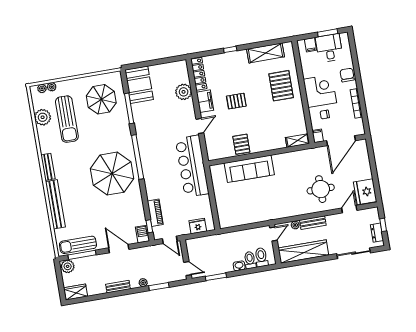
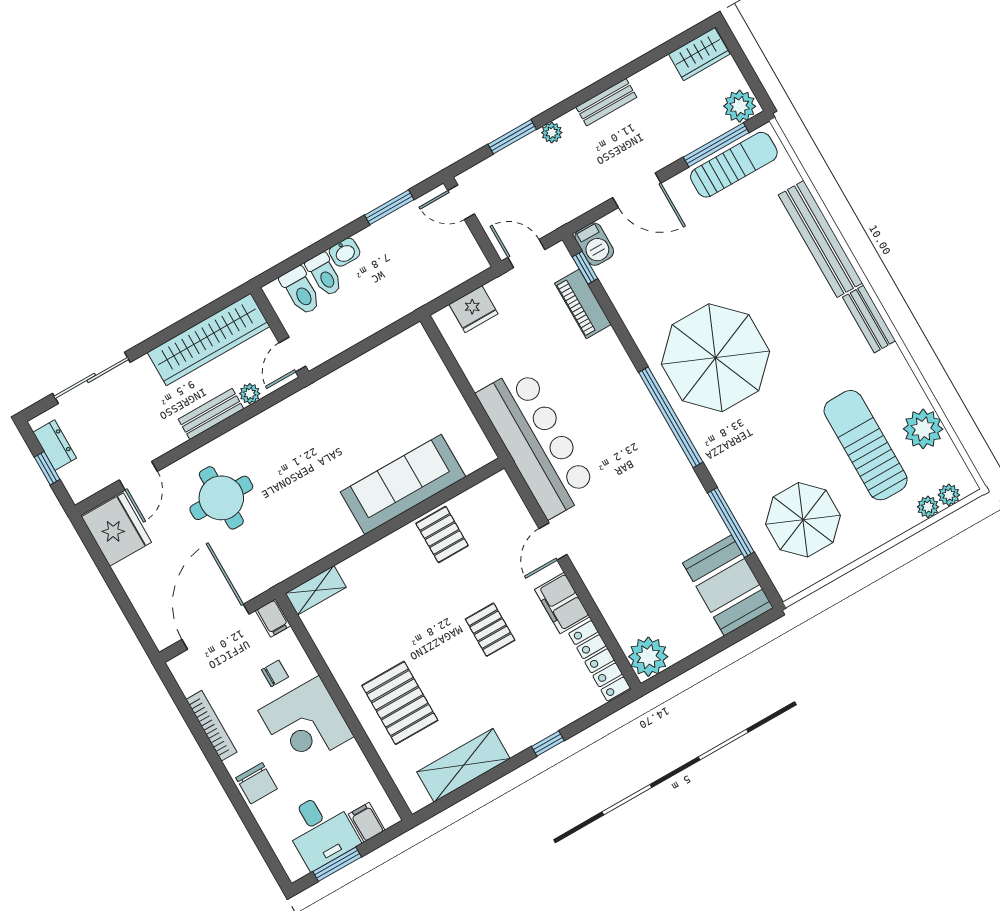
plant: (184, 92) -> (648, 657), moved
pallet: (236, 101) -> (490, 630), turned 90

